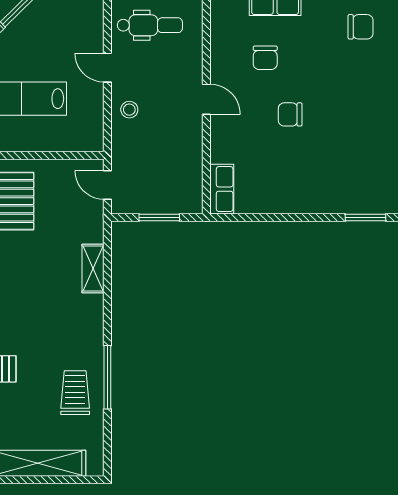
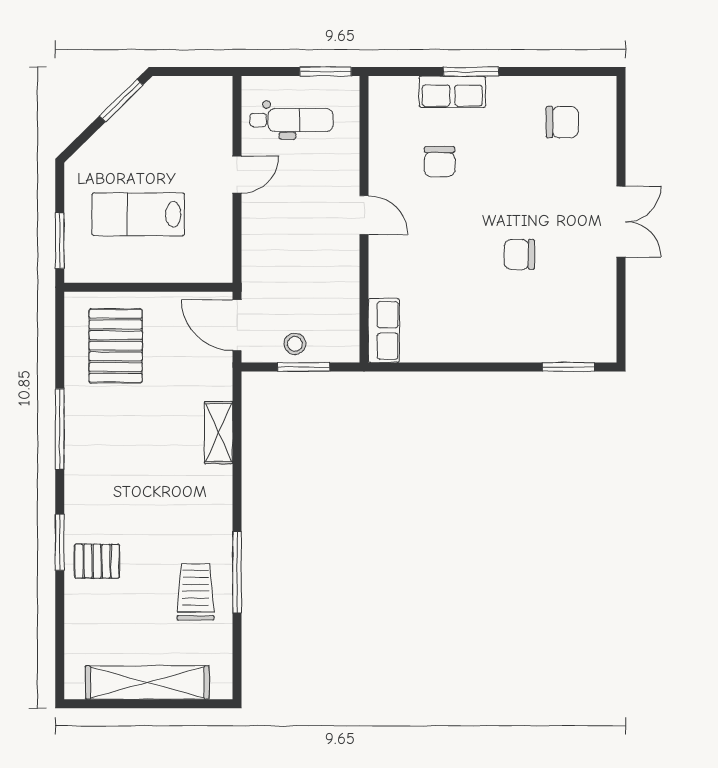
door: (107, 68) -> (237, 175), swing flipped
stool: (129, 110) -> (295, 344), moved
chair: (290, 114) -> (519, 254), moved
door: (107, 185) -> (237, 325), width x1.38

